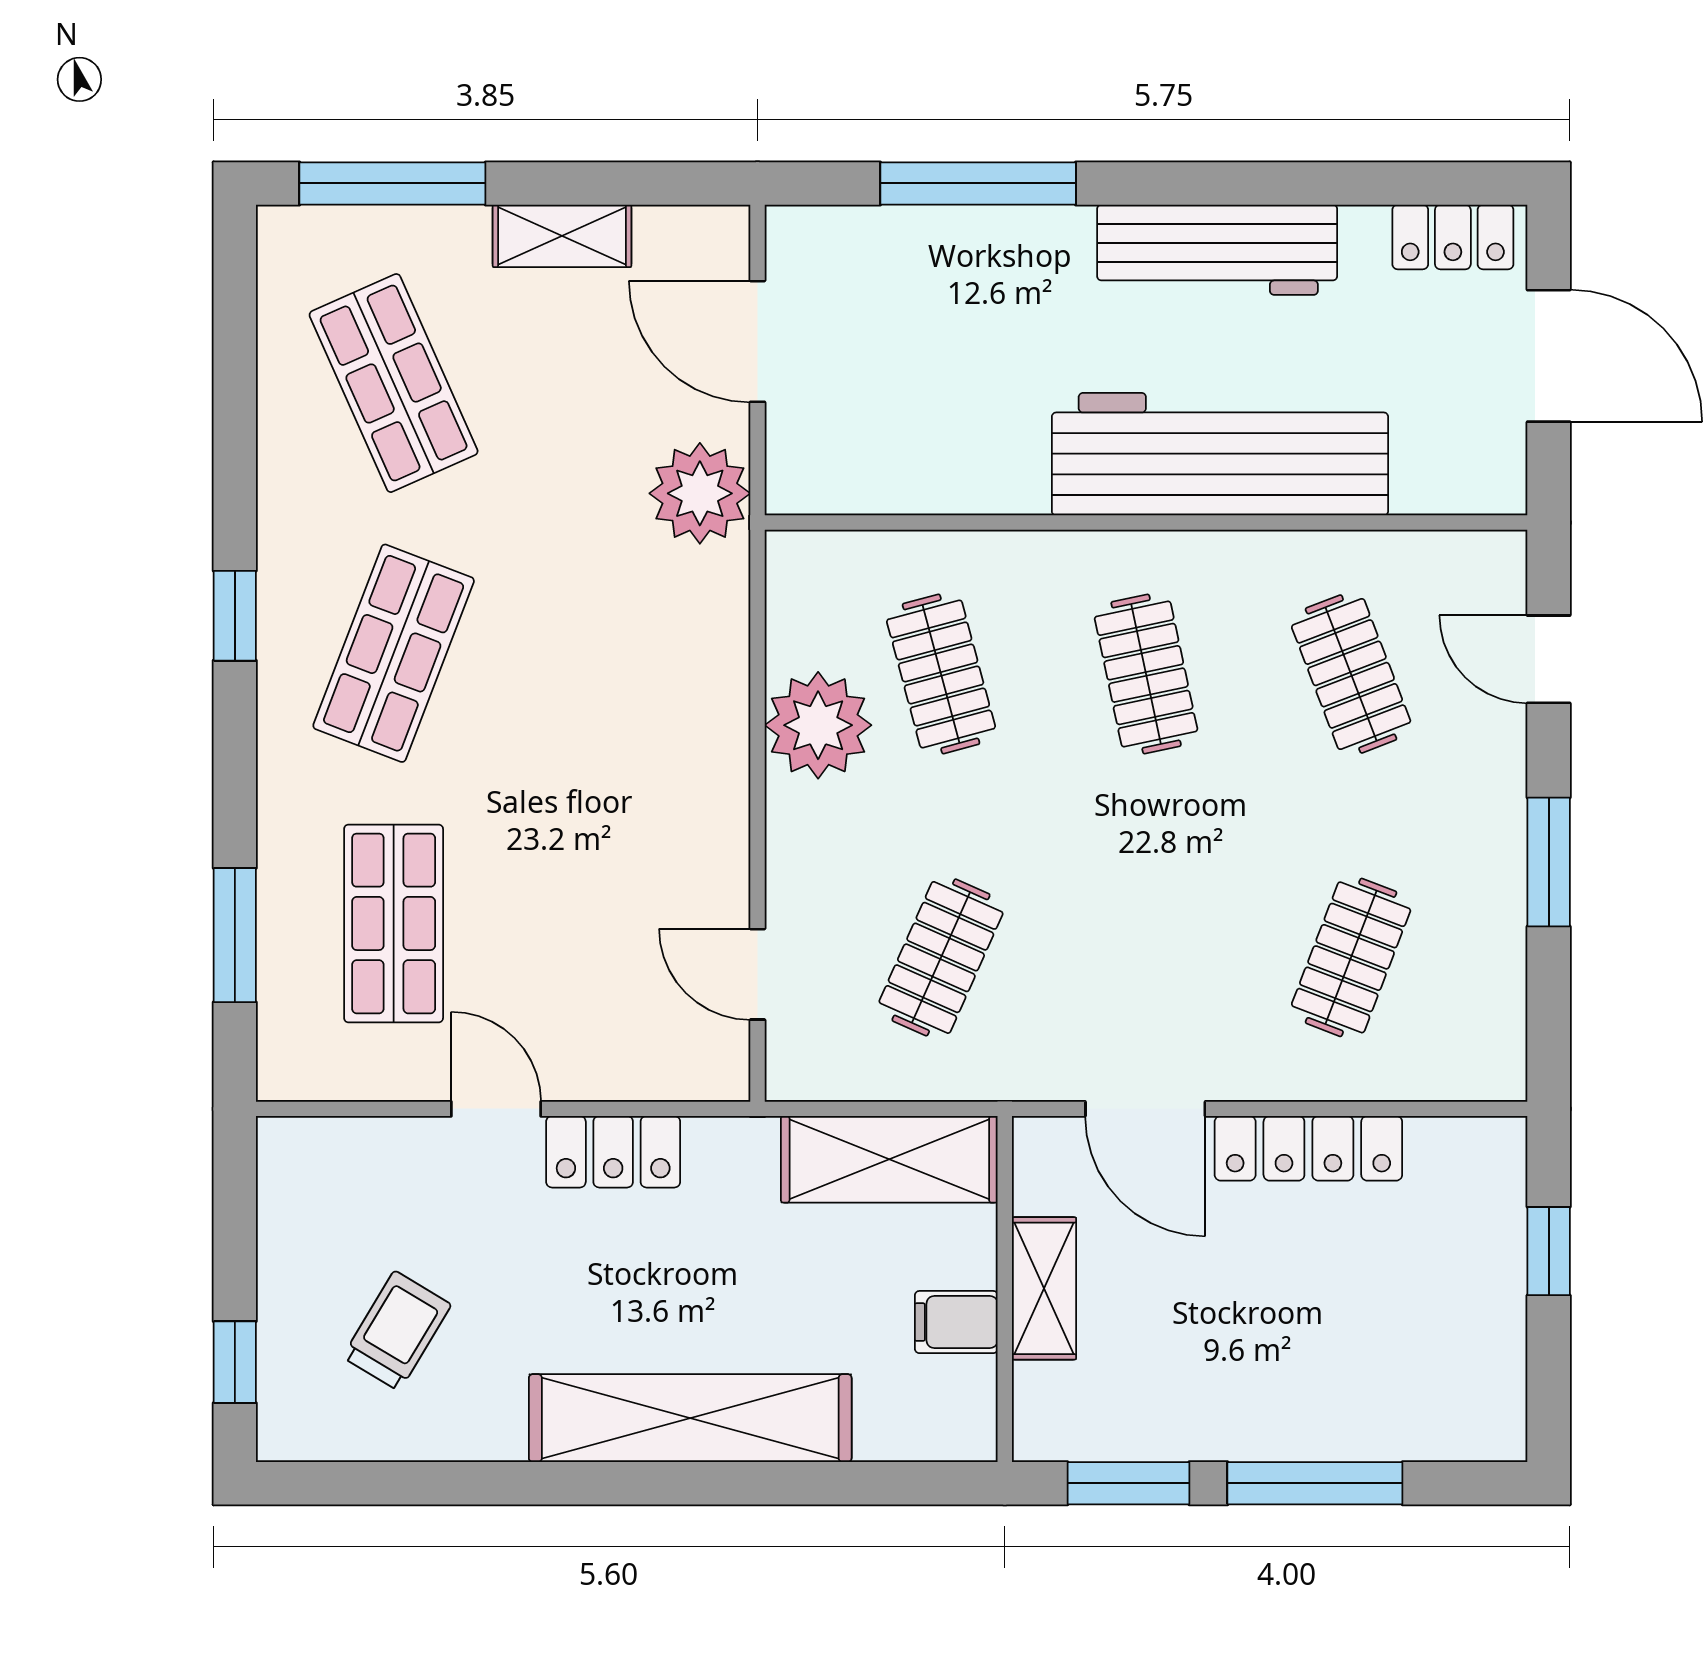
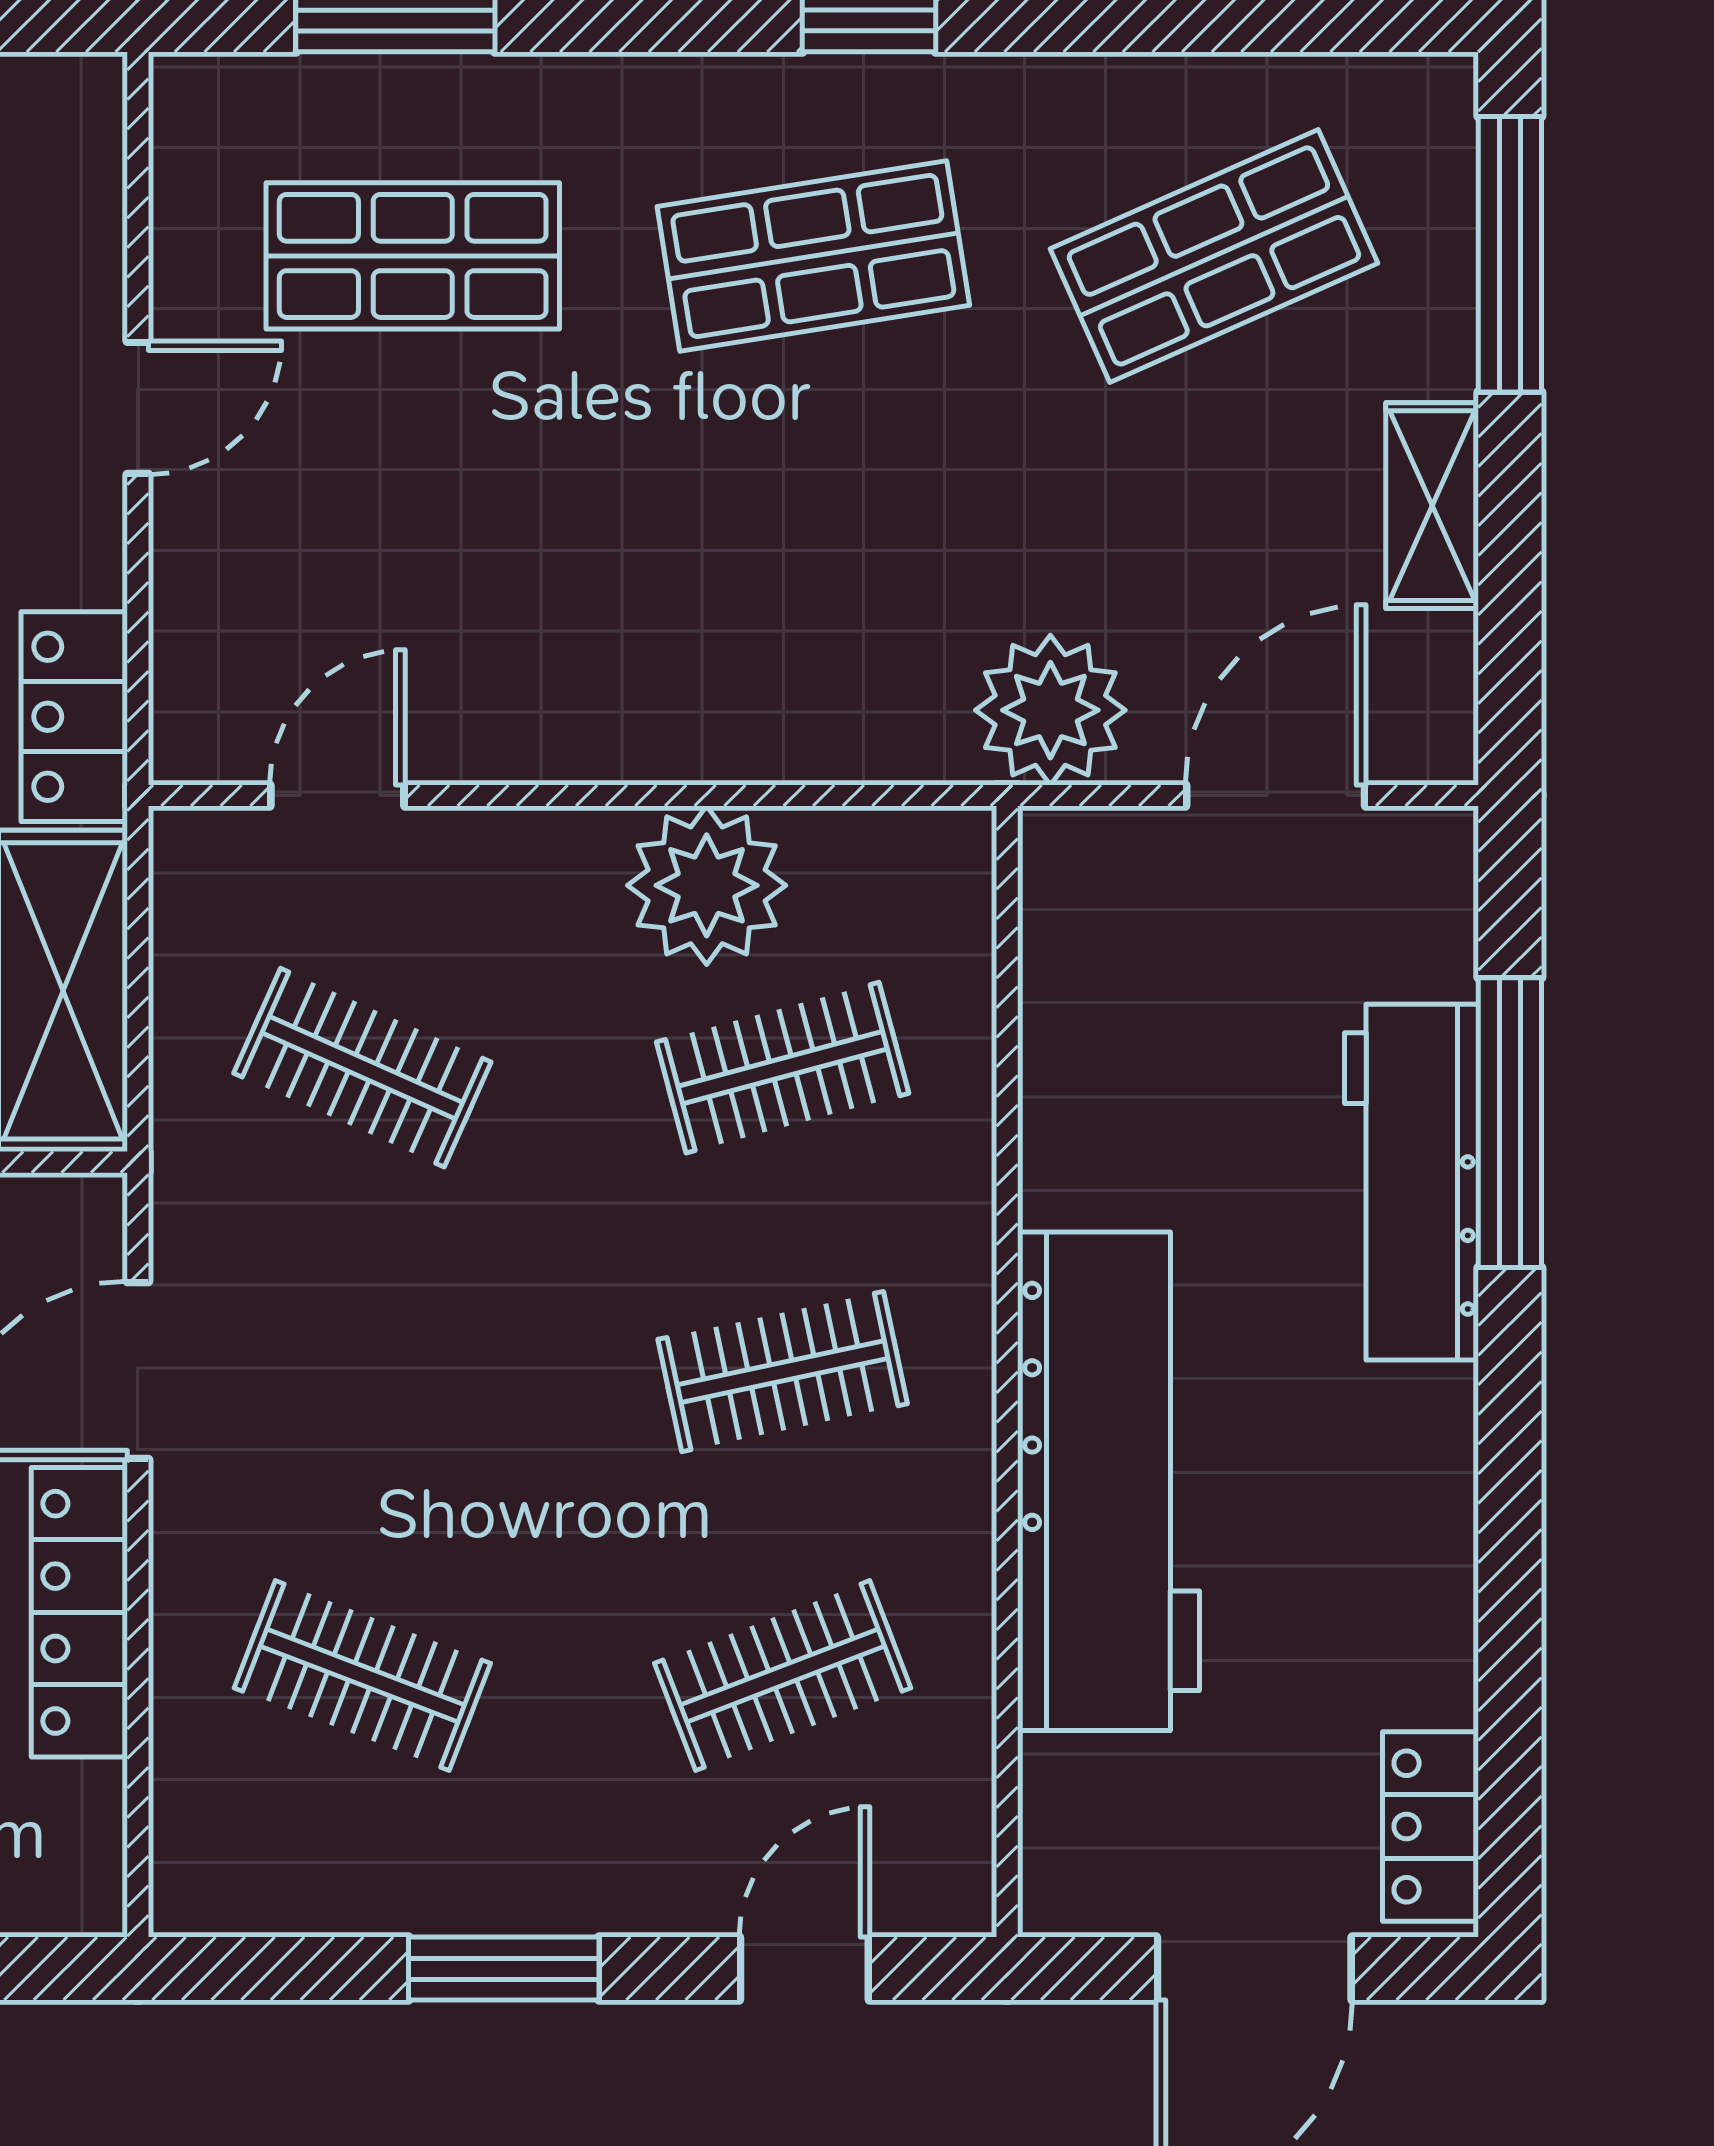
workbench: (1217, 250) -> (1412, 1182), moved
shop shelf: (394, 653) -> (813, 256), turned -30
locker: (613, 1152) -> (74, 717), moved

